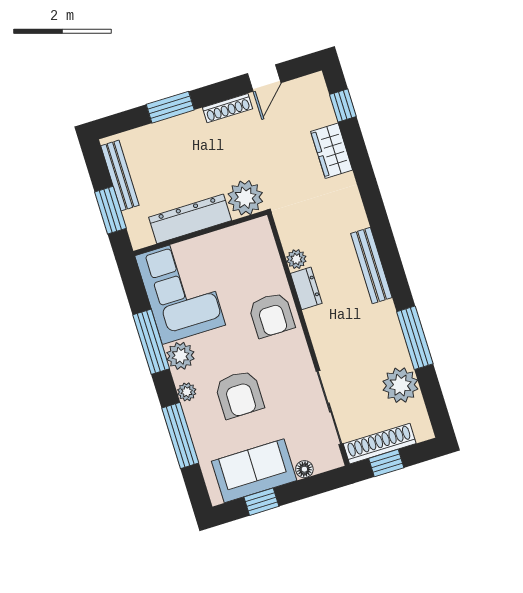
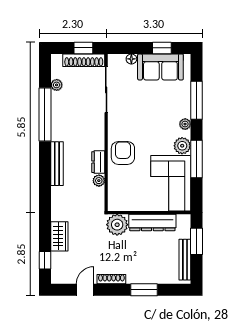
window: (415, 338) -> (45, 115), width x1.46
plant: (400, 385) -> (57, 85), width x0.53, depth x0.53
armchair: (239, 394) -> (155, 113), removed

